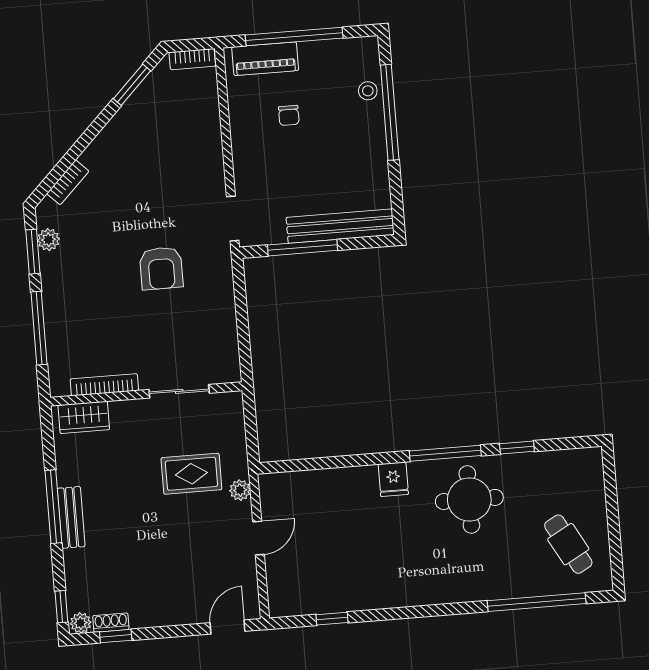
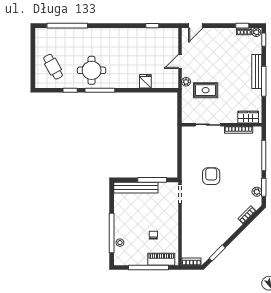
fridge: (393, 479) -> (145, 81), moved
bench: (71, 517) -> (257, 72), width x1.36
cafe table: (568, 544) -> (53, 67), moved

